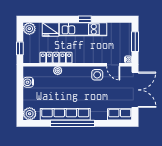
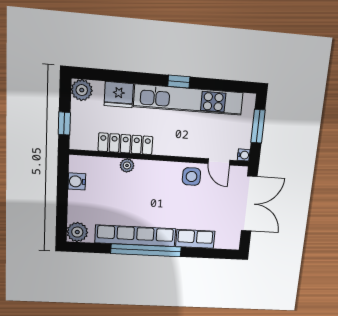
kitchen unit: (83, 29) -> (189, 100), width x1.36
row of seats: (120, 114) -> (195, 239), moved

